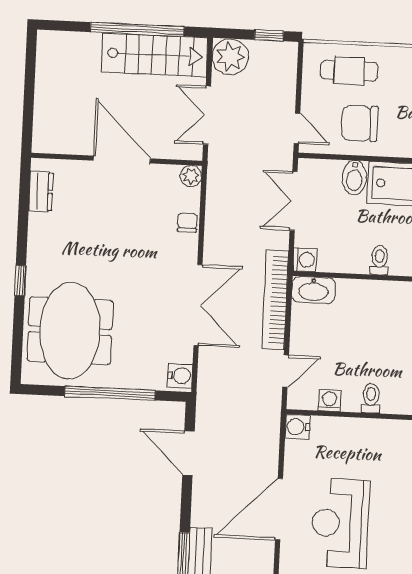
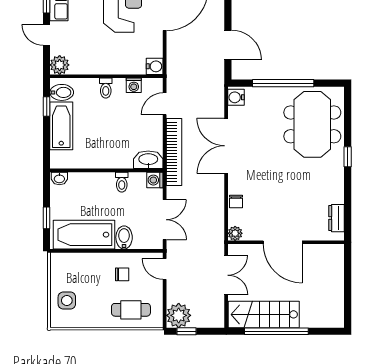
plant: (230, 57) -> (179, 315), moved
chair: (360, 123) -> (122, 274), width x0.54, depth x0.54
toilet: (380, 260) -> (122, 182), moved

